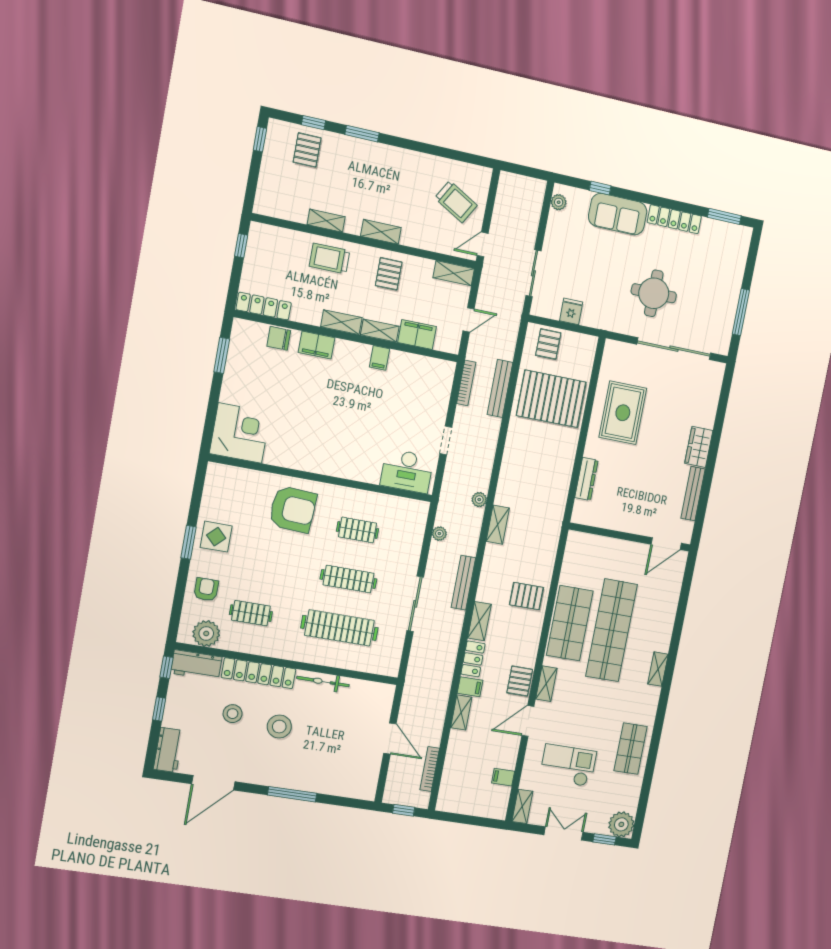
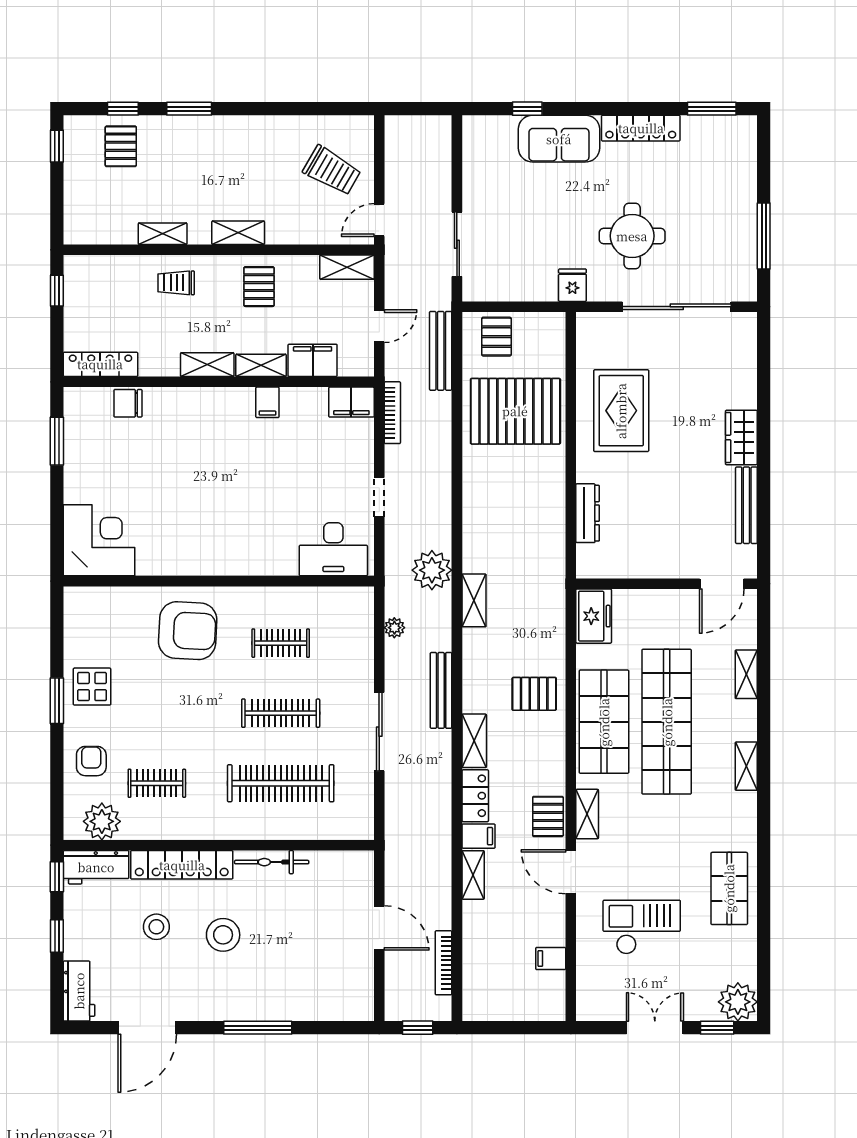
plant: (559, 202) -> (473, 141), removed
trolley: (330, 258) -> (176, 283), width x0.73, depth x0.72
fridge: (571, 311) -> (572, 285), moved
filing cabinet: (317, 345) -> (351, 402), moved
bench: (500, 388) -> (441, 351), moved
plant: (479, 500) -> (432, 570), width x1.87, depth x1.87
freezer: (577, 550) -> (594, 616), added
door: (528, 721) -> (571, 872), hinge flipped
shelving: (522, 806) -> (746, 674), moved

